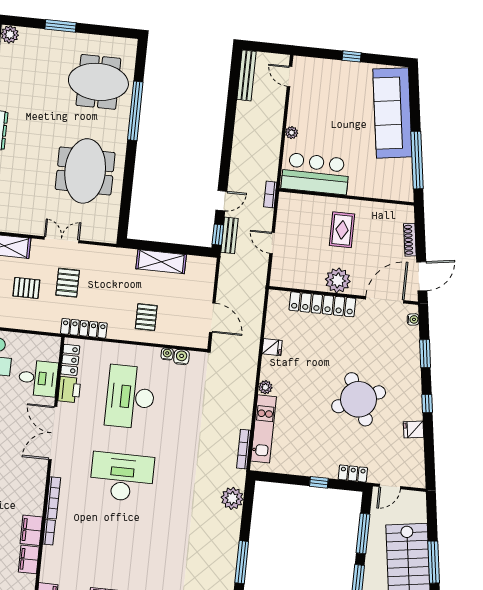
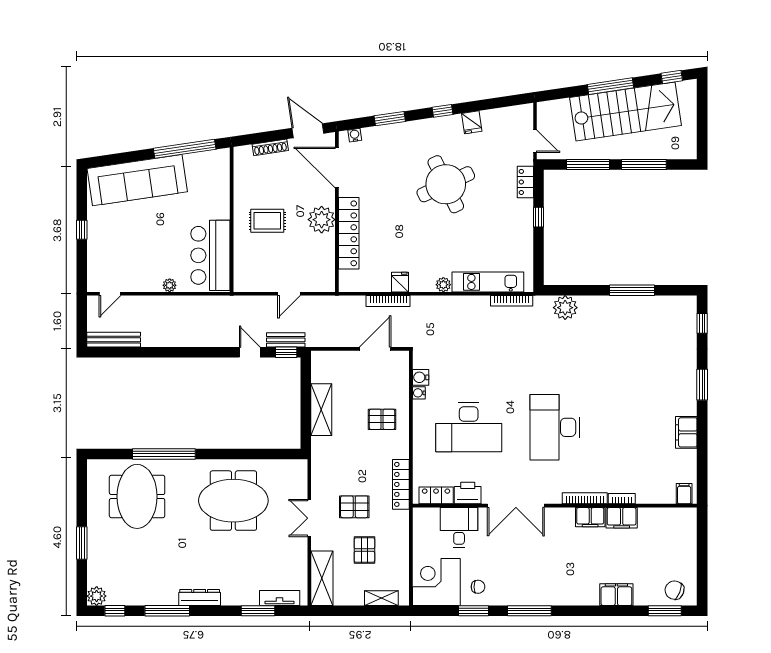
bookcase: (270, 194) -> (388, 301), moved, width x1.56
filing cabinet: (29, 559) -> (590, 517), moved

